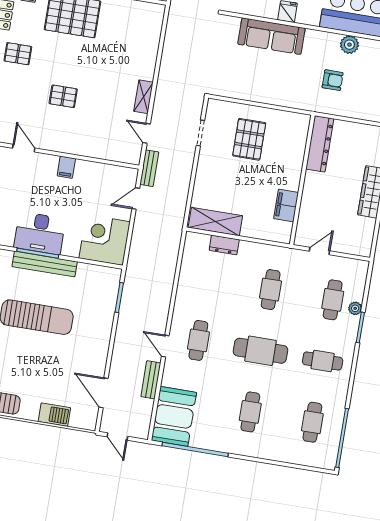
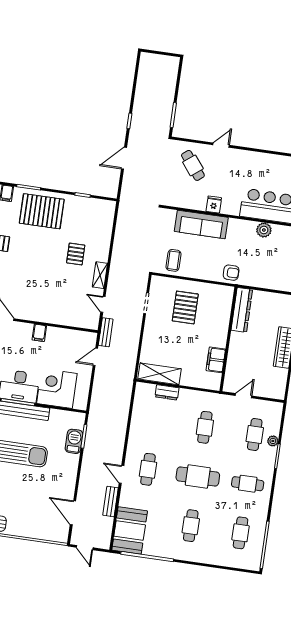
coffee table: (236, 80) -> (174, 260), added
armchair: (333, 80) -> (231, 273), moved
pallet: (63, 96) -> (76, 254), moved, turned 90
corner desk: (105, 240) -> (57, 388), moved
barbecue: (54, 415) -> (74, 441), moved, turned -90

